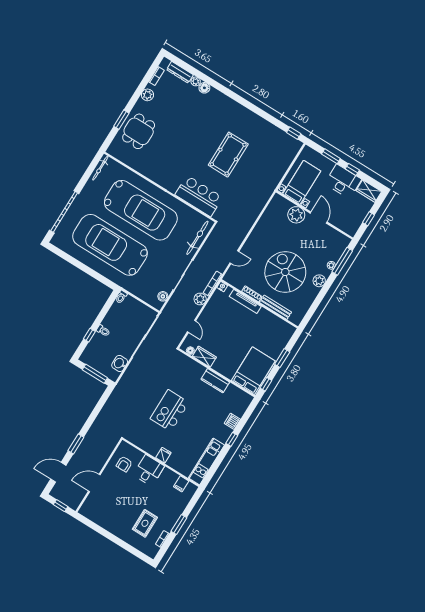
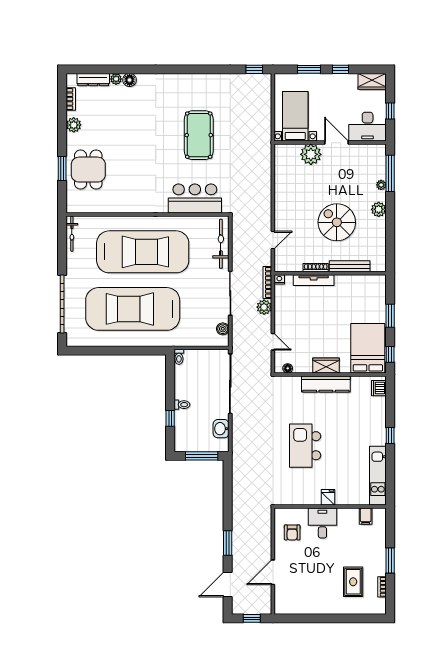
desk: (343, 181) -> (368, 127), moved, turned 180
spiral stairs: (285, 272) -> (337, 222), width x0.73, depth x0.73
wardrobe: (204, 357) -> (326, 366), moved
kitchen counter: (215, 381) -> (326, 384), width x1.50
dishwasher: (232, 421) -> (379, 388), moved

